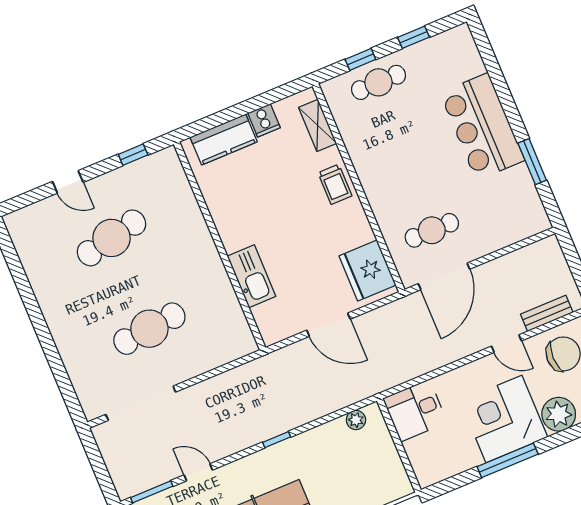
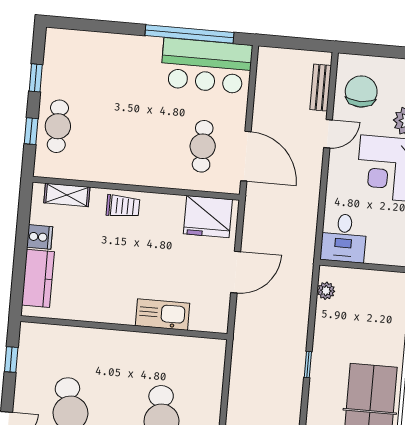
bar counter: (482, 127) -> (206, 66), moved
window: (532, 162) -> (189, 34), width x2.11

